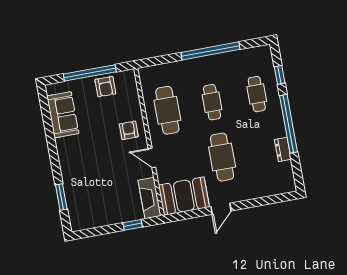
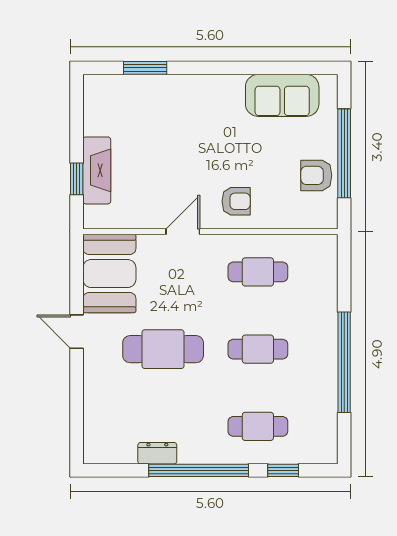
cafe table: (167, 110) -> (258, 272), width x0.73, depth x0.74
fireplace: (150, 198) -> (97, 170), moved, turned 90

